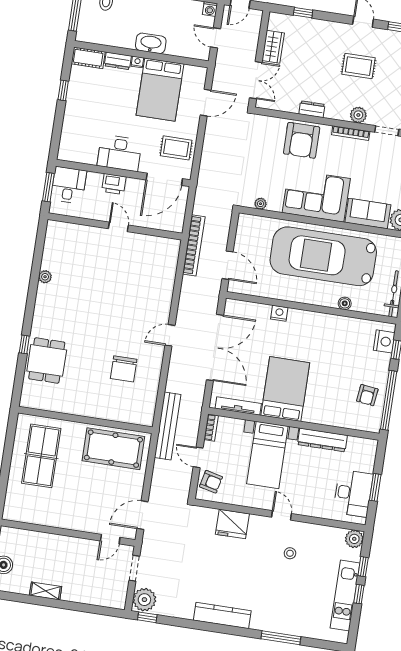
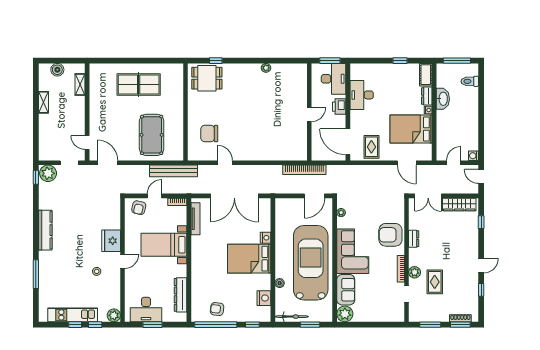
washbasin: (151, 43) -> (443, 99), moved
wardrobe: (273, 47) -> (459, 205), width x1.50
rug: (359, 66) -> (435, 282), moved
desk: (119, 153) -> (362, 95), moved
desk: (69, 185) -> (334, 79), width x1.37
door: (228, 265) -> (315, 196), moved
door: (170, 335) -> (225, 163), moved
nightstand: (384, 341) -> (264, 298), moved, turned -90
bed: (285, 389) -> (249, 259), moved, turned 180
wall: (85, 420) -> (186, 112), moved
dresser: (322, 440) -> (180, 295), moved
fridge: (232, 524) -> (111, 241), moved
shelving: (29, 537) -> (80, 85), added

